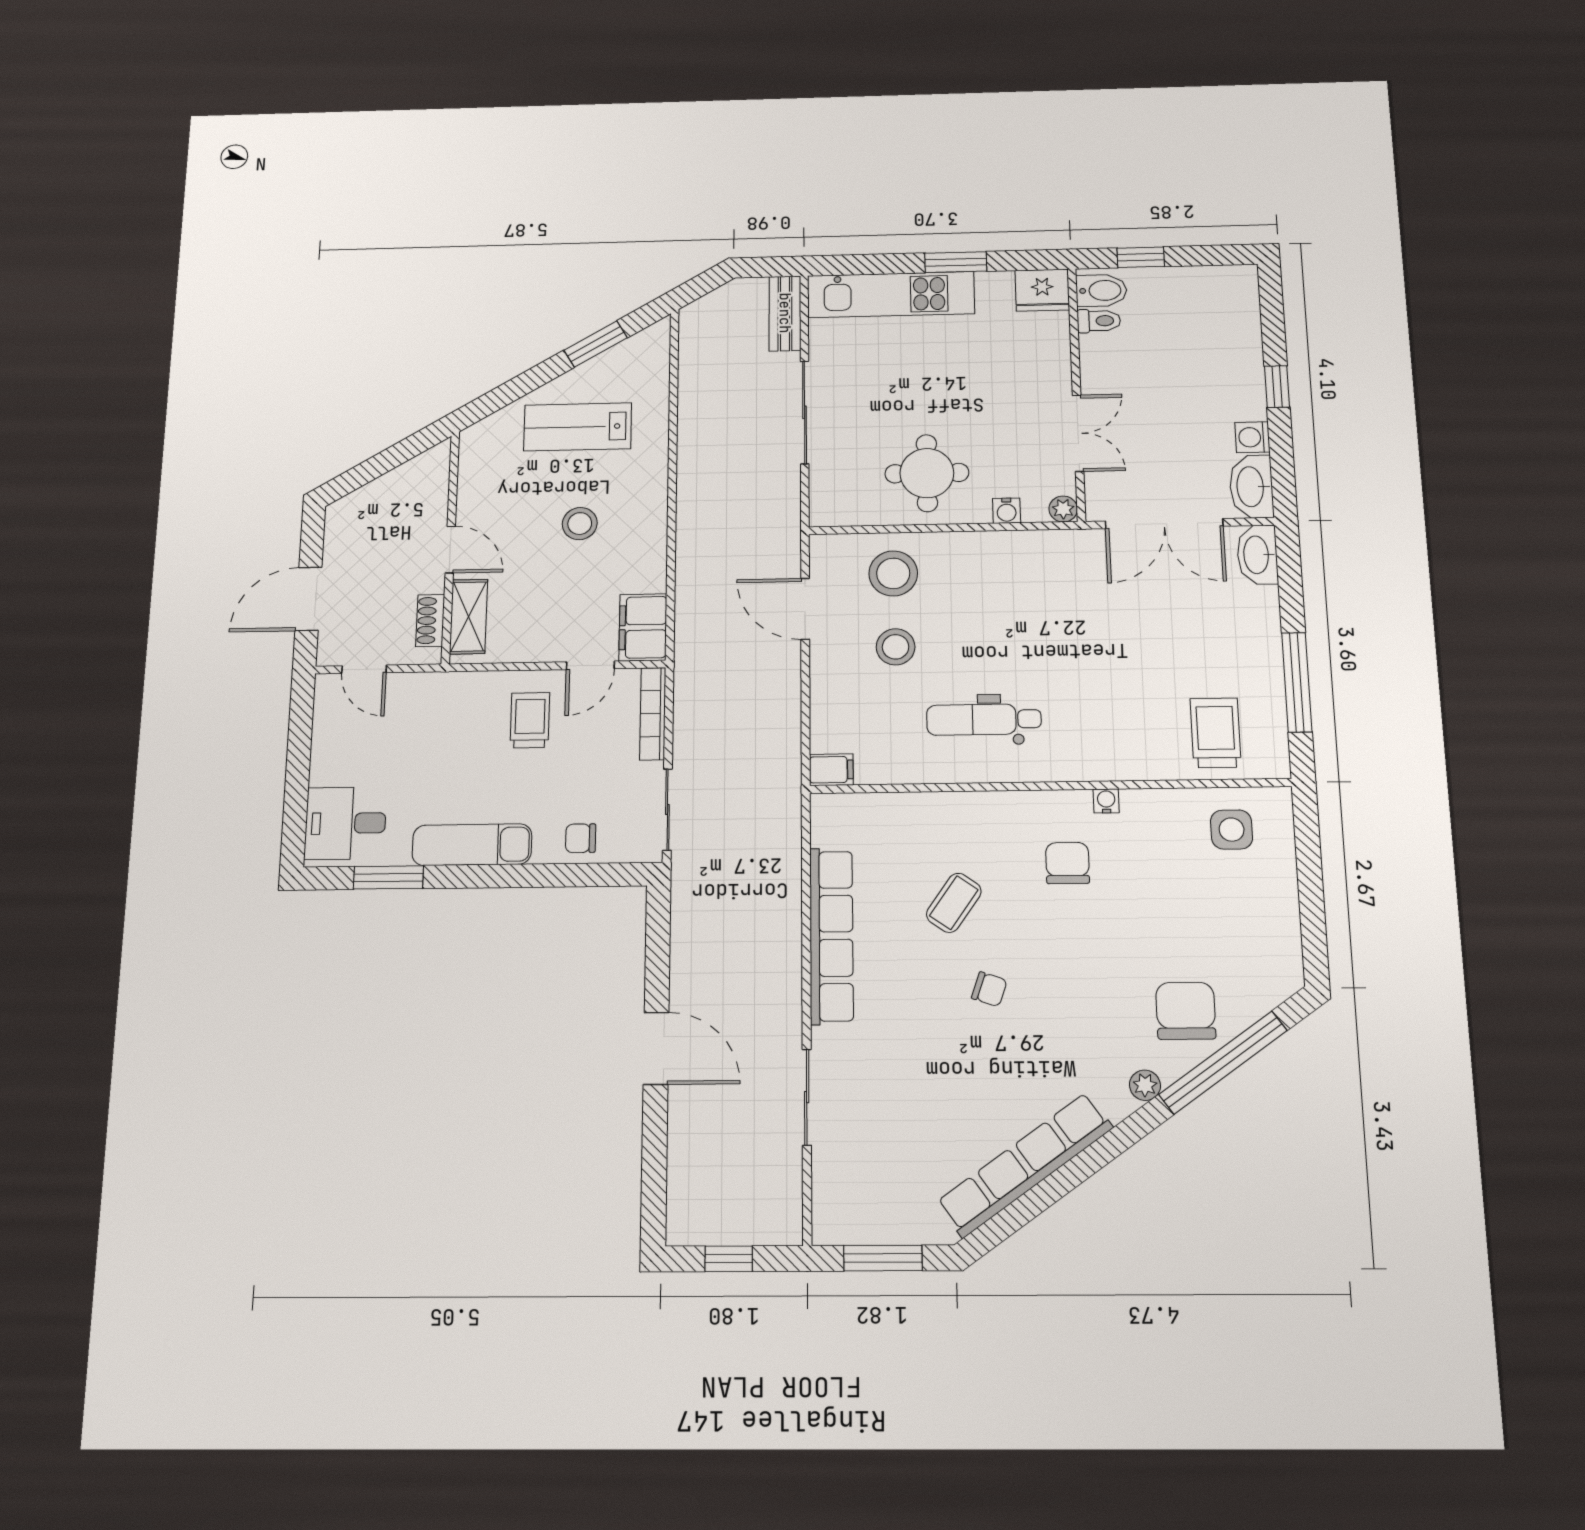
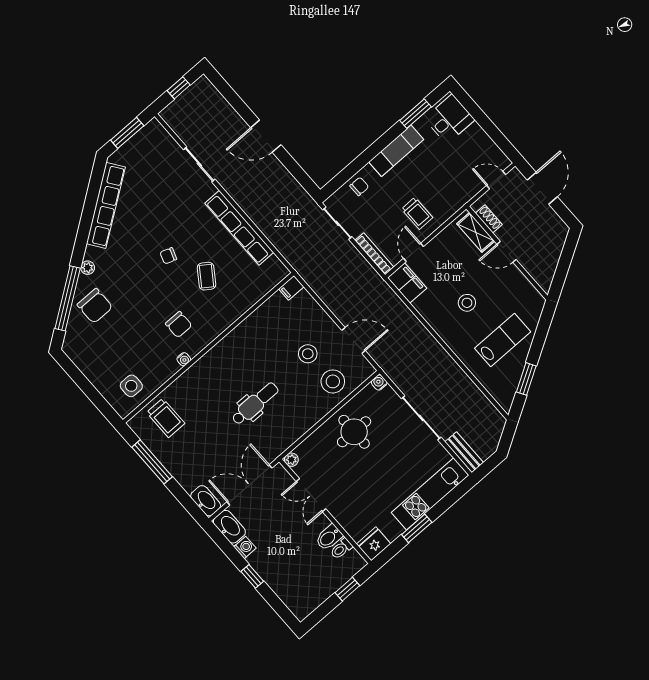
bidet: (1101, 290) -> (329, 537), moved
water cooler: (1007, 511) -> (379, 383), moved
dental chair: (984, 719) -> (255, 404), moved

